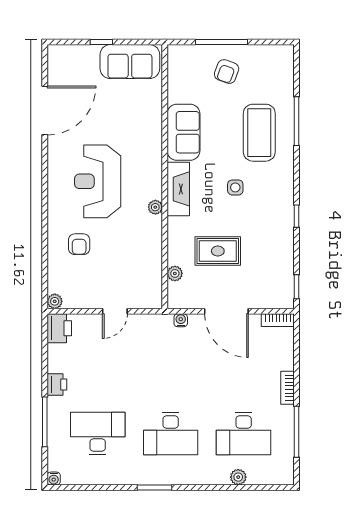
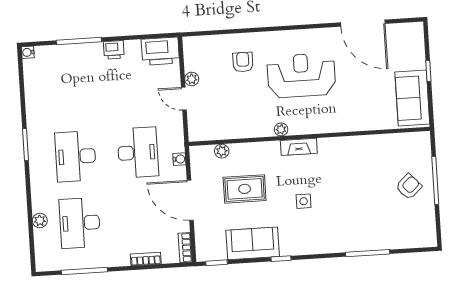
armchair: (227, 72) -> (409, 187), turned 117
sofa: (183, 132) -> (253, 243), moved, turned 180
coffee table: (259, 133) -> (355, 220), removed
fireplace: (178, 189) -> (299, 147), width x0.73, depth x0.76
armchair: (79, 244) -> (243, 62), turned 90
rug: (218, 251) -> (245, 189), turned 90
plant: (55, 301) -> (192, 79), moved
door: (226, 311) -> (190, 200), hinge flipped
printer: (59, 328) -> (160, 51), width x1.37, depth x1.19
bookcase: (288, 388) -> (146, 259), moved
desk: (98, 434) -> (138, 152), moved

